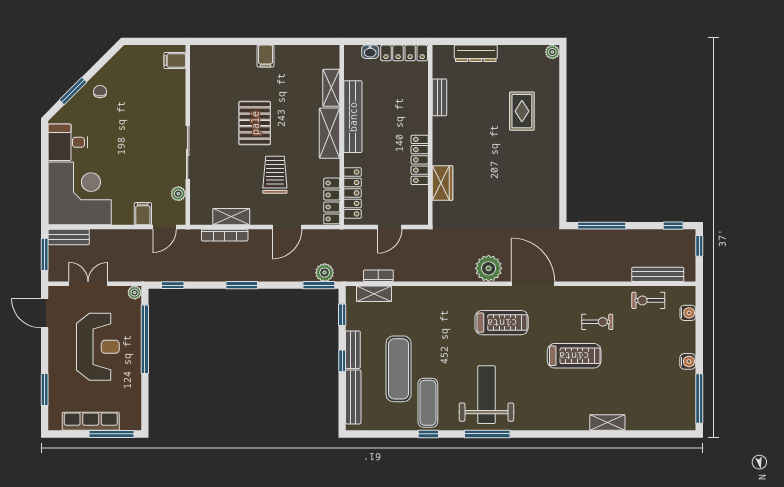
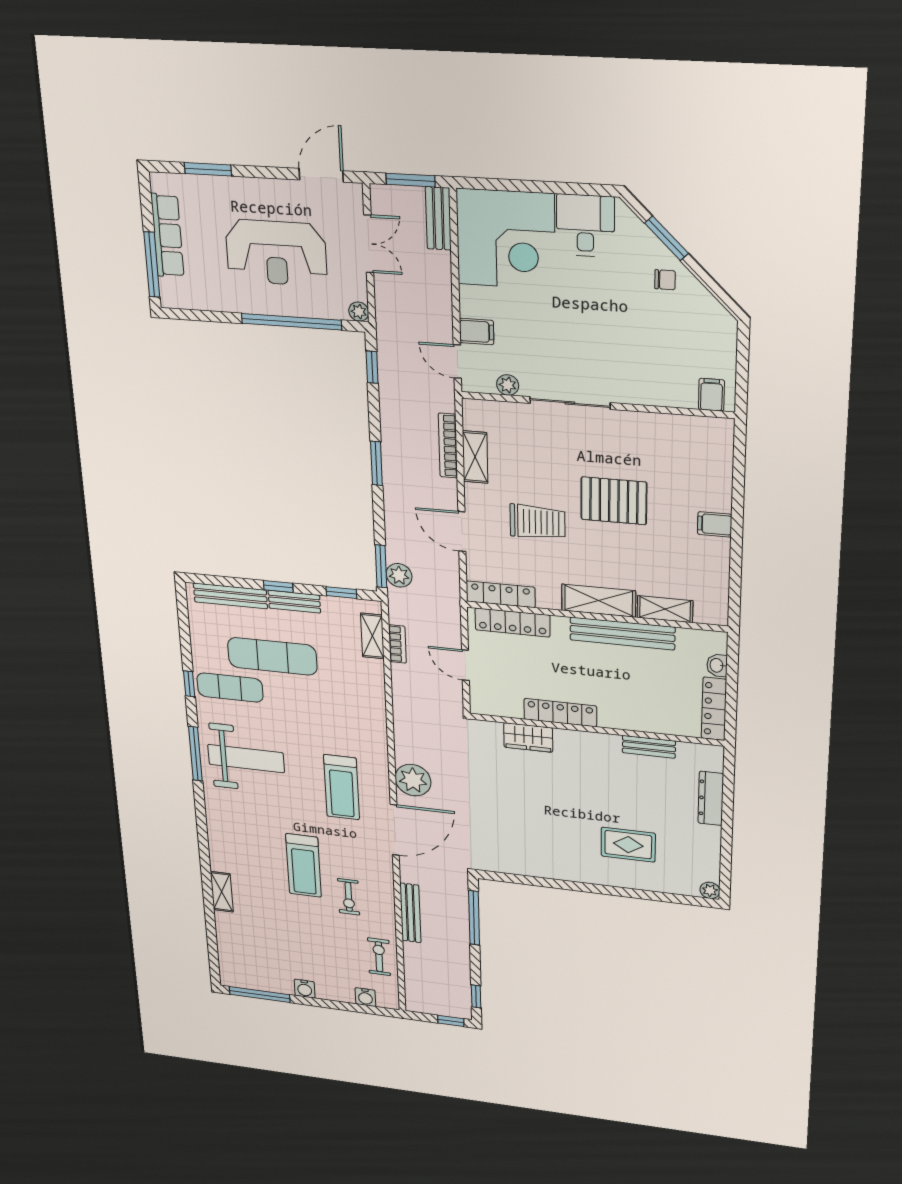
bench: (658, 274) -> (410, 913), moved

